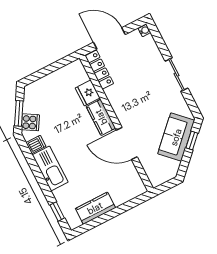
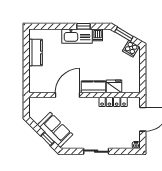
locker: (99, 70) -> (113, 102), moved
cooker: (30, 122) -> (131, 49), moved
window: (57, 211) -> (83, 26), moved

